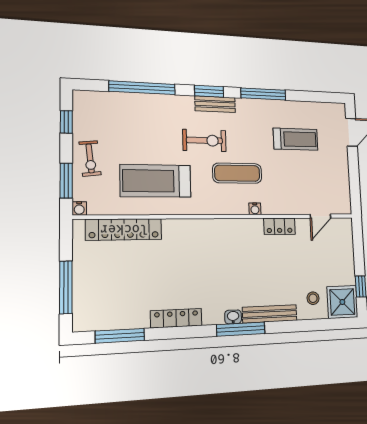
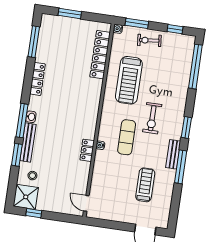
window: (142, 88) -> (195, 67), moved
bench: (215, 104) -> (173, 154), moved
treadmill: (296, 139) -> (145, 185), turned 180
treadmill: (156, 181) -> (129, 80), turned 180
door: (320, 216) -> (86, 203), moved
locker: (279, 226) -> (87, 150), moved
window: (66, 287) -> (70, 14), width x0.69
window: (290, 326) -> (17, 155), added

